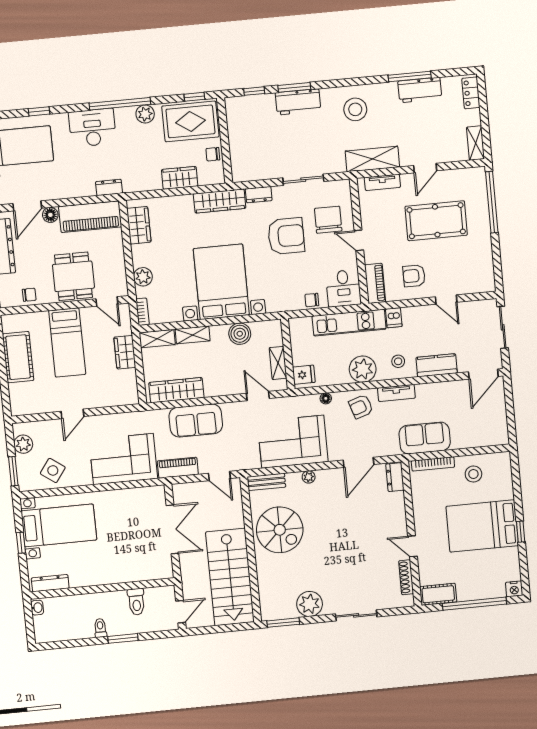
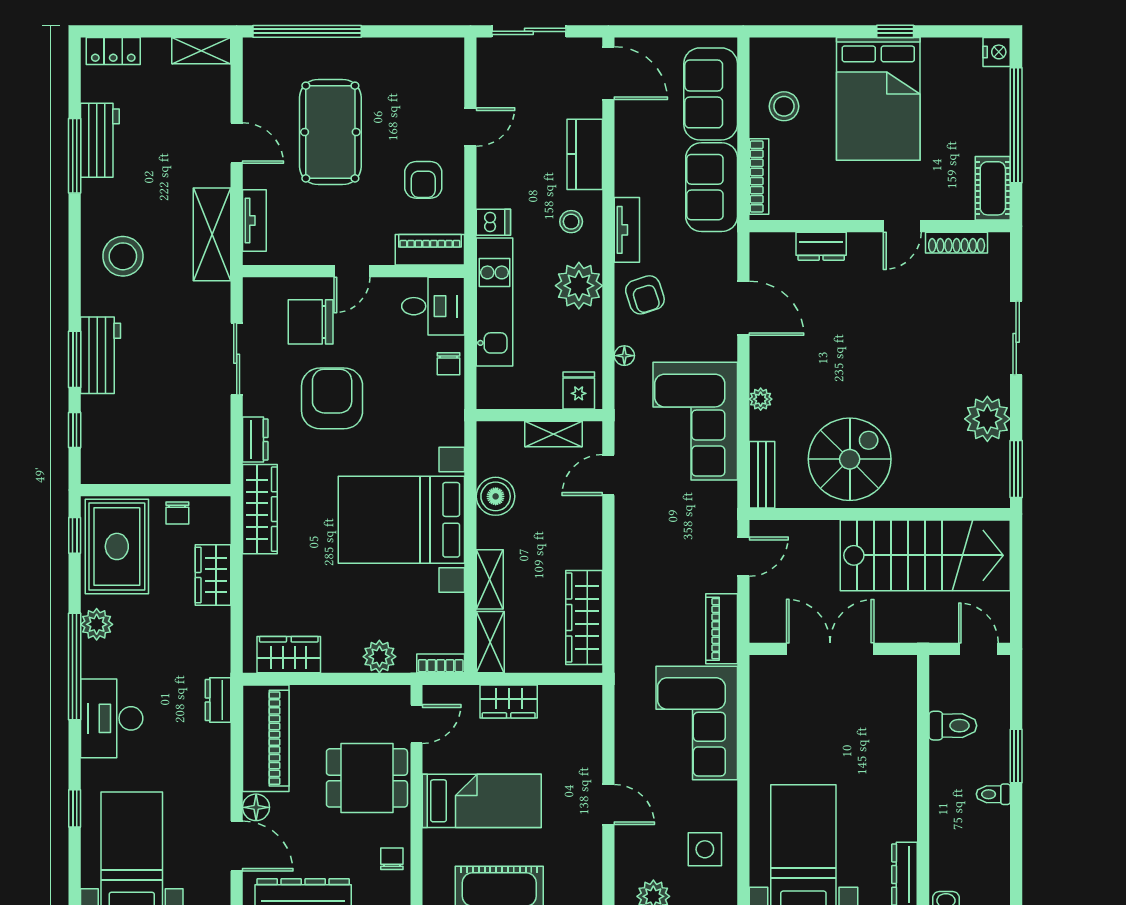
sofa: (196, 421) -> (711, 94), moved, turned 180
side table: (53, 470) -> (705, 849), turned -36
dresser: (395, 477) -> (821, 246), moved

